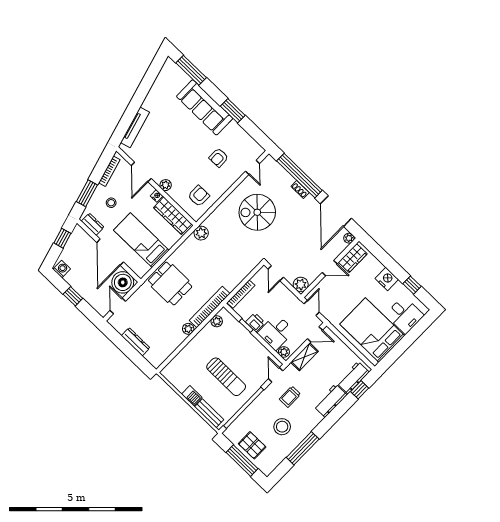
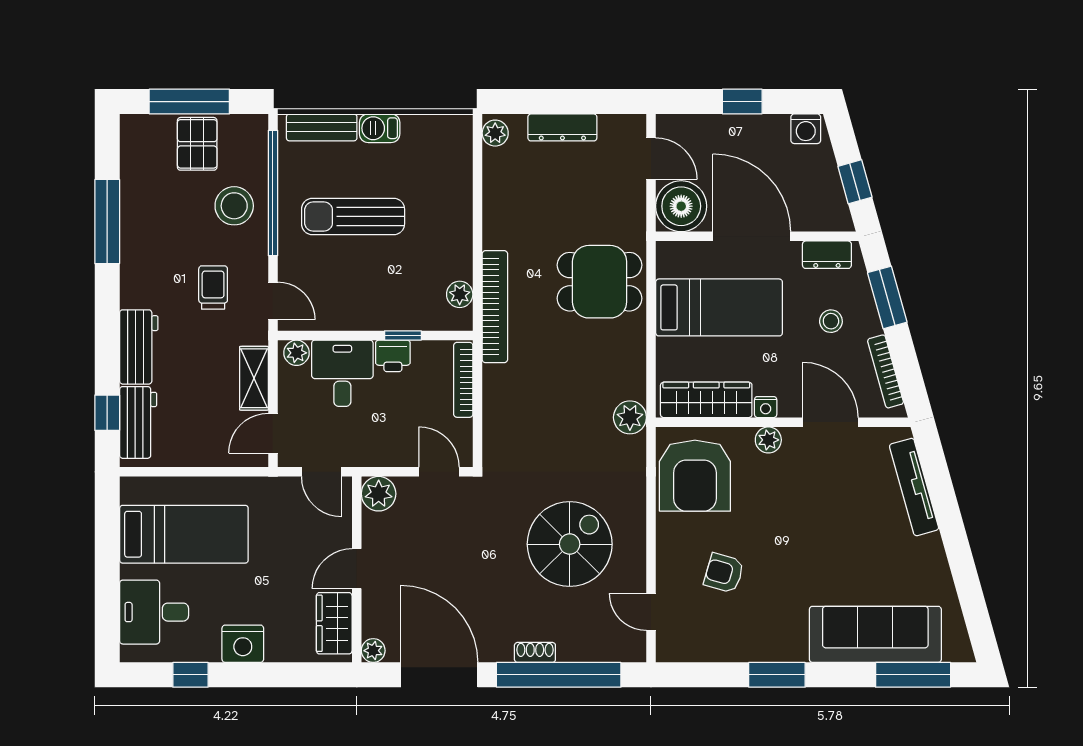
sofa: (205, 107) -> (875, 634), moved
armchair: (219, 158) -> (724, 573), turned -73
armchair: (199, 196) -> (695, 476), width x1.88, depth x1.88
plant: (188, 329) -> (495, 133), moved
bed: (372, 330) -> (184, 534), width x0.67
stool: (282, 427) -> (234, 206), moved
pallet: (252, 445) -> (197, 144), turned 90

